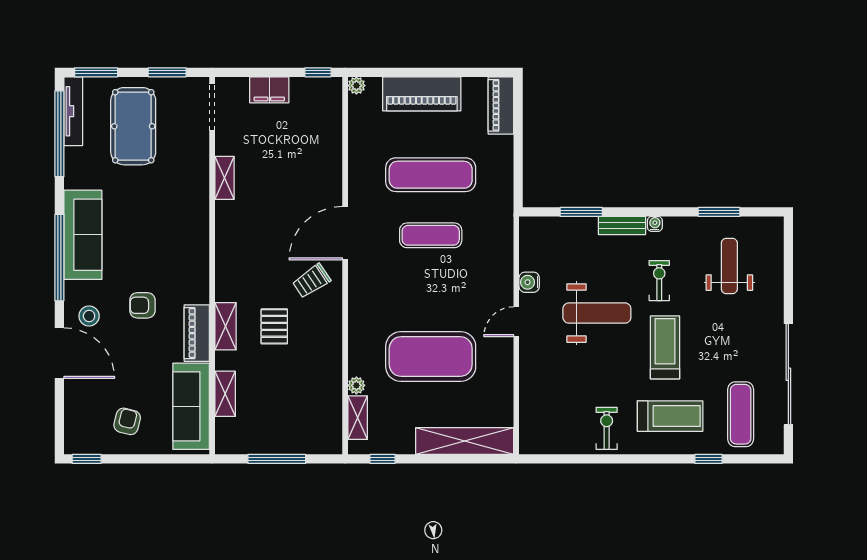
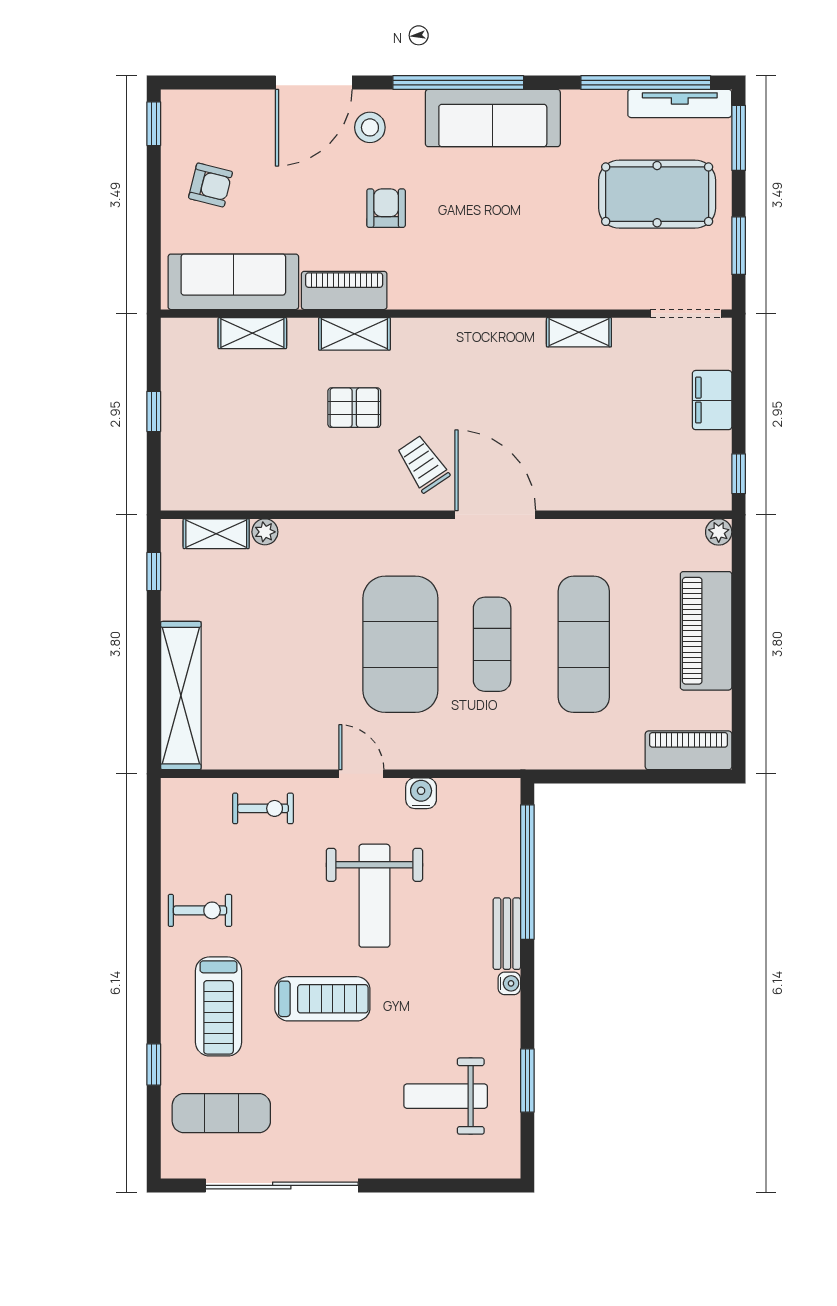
window: (581, 212) -> (527, 872), width x2.11
weight bench: (729, 266) -> (446, 1096), turned 180
exercise bike: (659, 281) -> (263, 808), moved
exercise mat: (431, 356) -> (400, 644), moved
window: (277, 459) -> (154, 411), width x0.46

